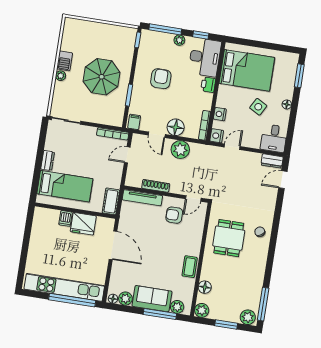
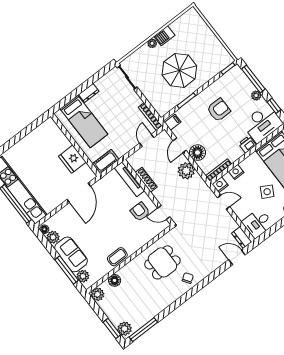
door: (127, 155) -> (147, 140), hinge flipped
dishwasher: (66, 218) -> (64, 144), removed
window: (226, 325) -> (112, 328), moved

